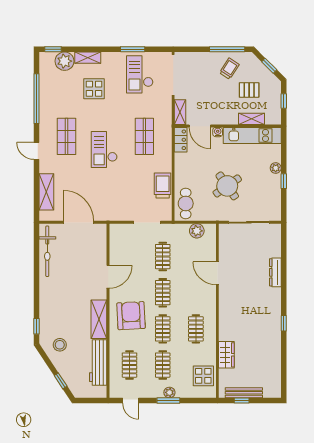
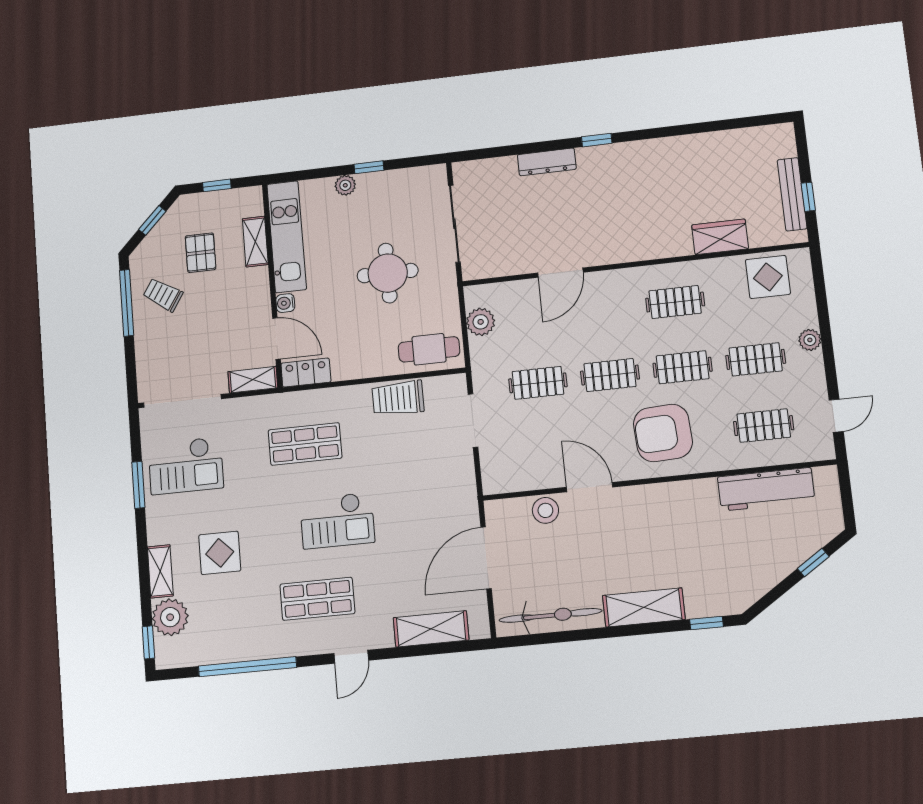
door: (200, 126) -> (276, 339), hinge flipped
round table: (227, 186) -> (388, 273), turned 35
shelving: (99, 319) -> (644, 607), moved
window: (284, 323) -> (597, 140), moved
stool: (60, 345) -> (545, 510), moved
window: (168, 401) -> (827, 340), removed

